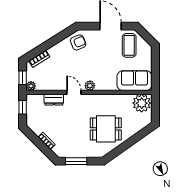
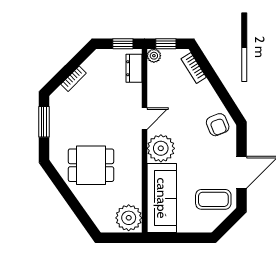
sofa: (134, 81) -> (162, 198), width x1.36
plant: (90, 86) -> (161, 148), width x1.88, depth x1.88
dresser: (54, 100) -> (134, 68), moved
dining table: (106, 129) -> (91, 165), turned 90

